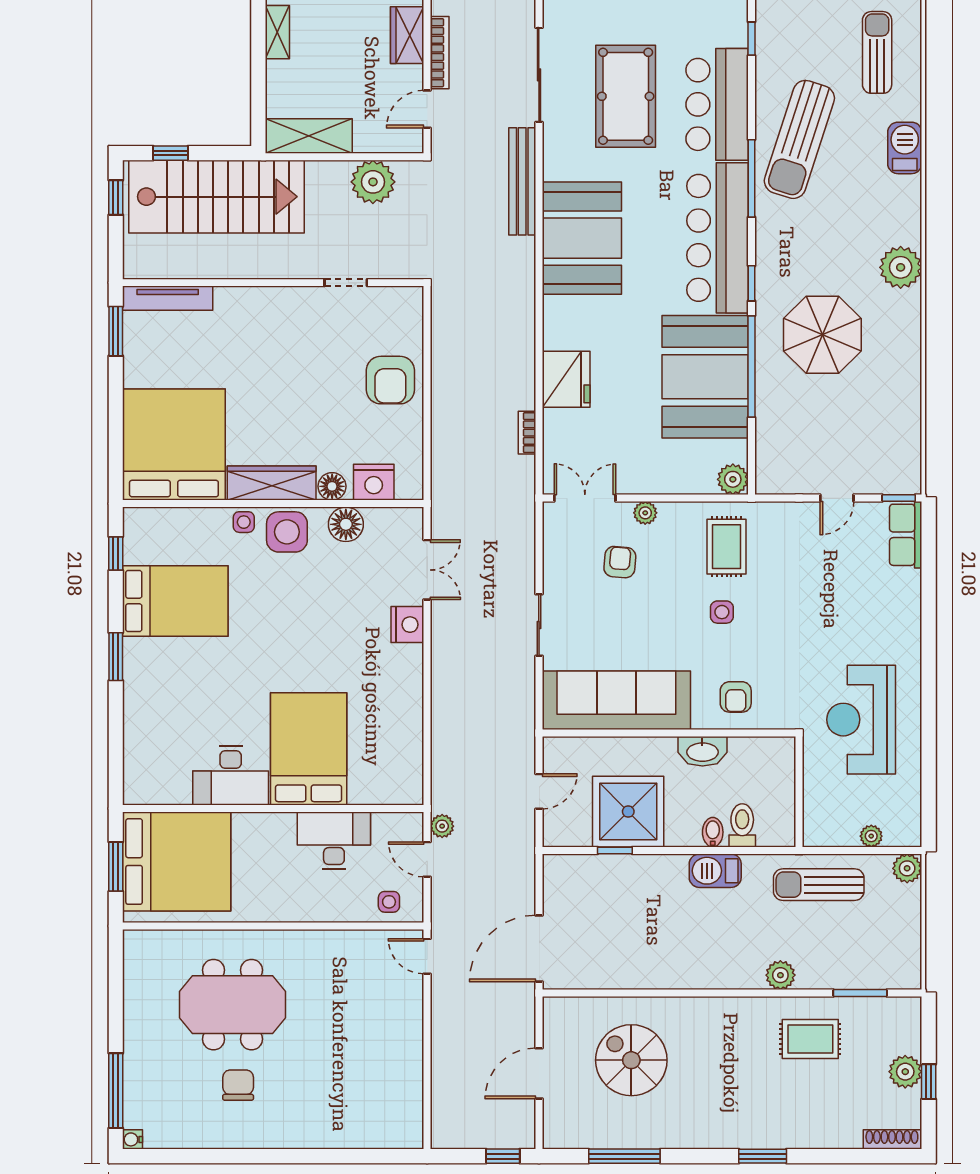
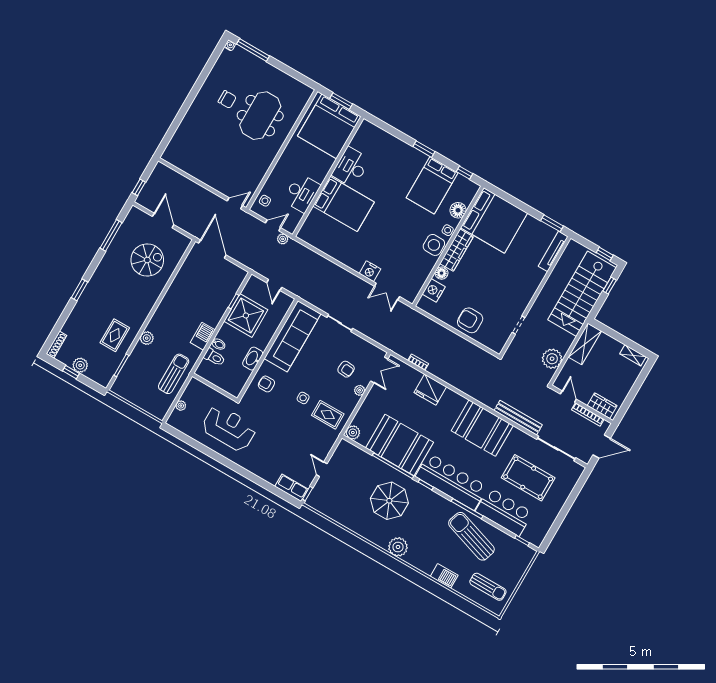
floor lamp: (346, 524) -> (458, 210), moved
plant: (907, 868) -> (160, 412), removed

